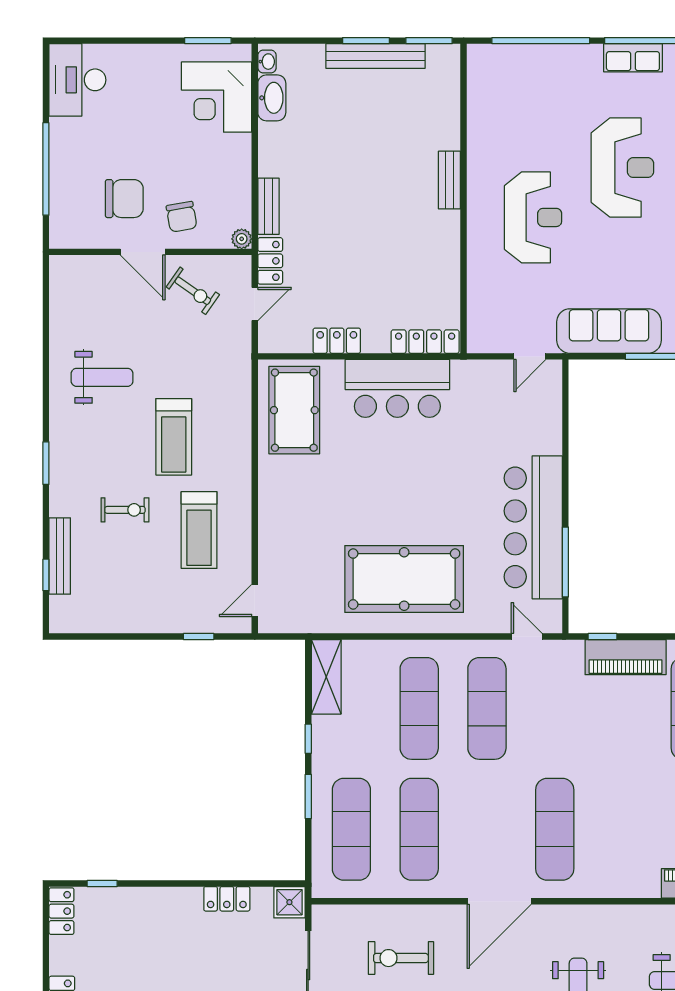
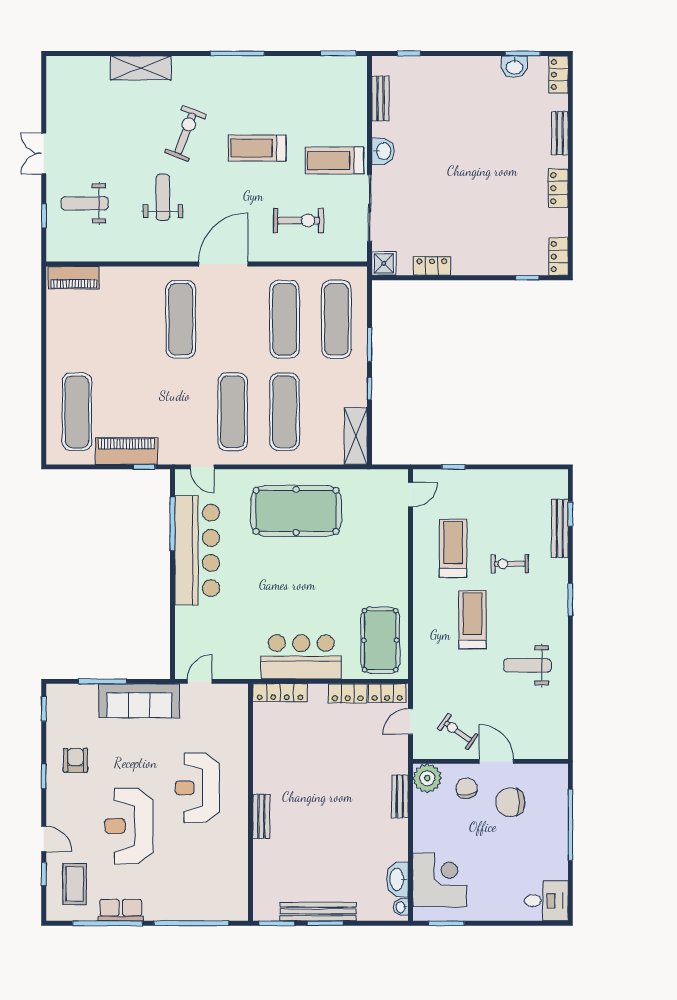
desk: (77, 80) -> (546, 901), width x0.73
plant: (242, 239) -> (427, 778), width x1.87, depth x1.87
locker: (270, 261) -> (387, 693), moved, turned -90

